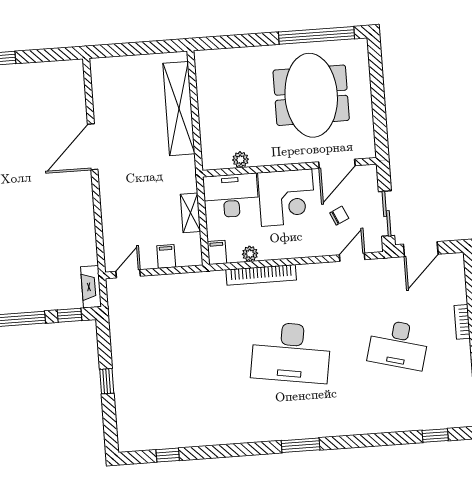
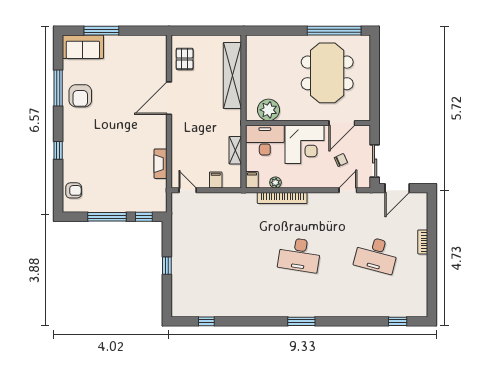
pallet: (110, 90) -> (185, 59), added
plant: (241, 160) -> (269, 110), width x1.87, depth x1.87
door: (128, 274) -> (188, 190), hinge flipped
fireplace: (91, 287) -> (161, 164), moved
desk: (291, 352) -> (299, 255), width x0.73, depth x0.77

